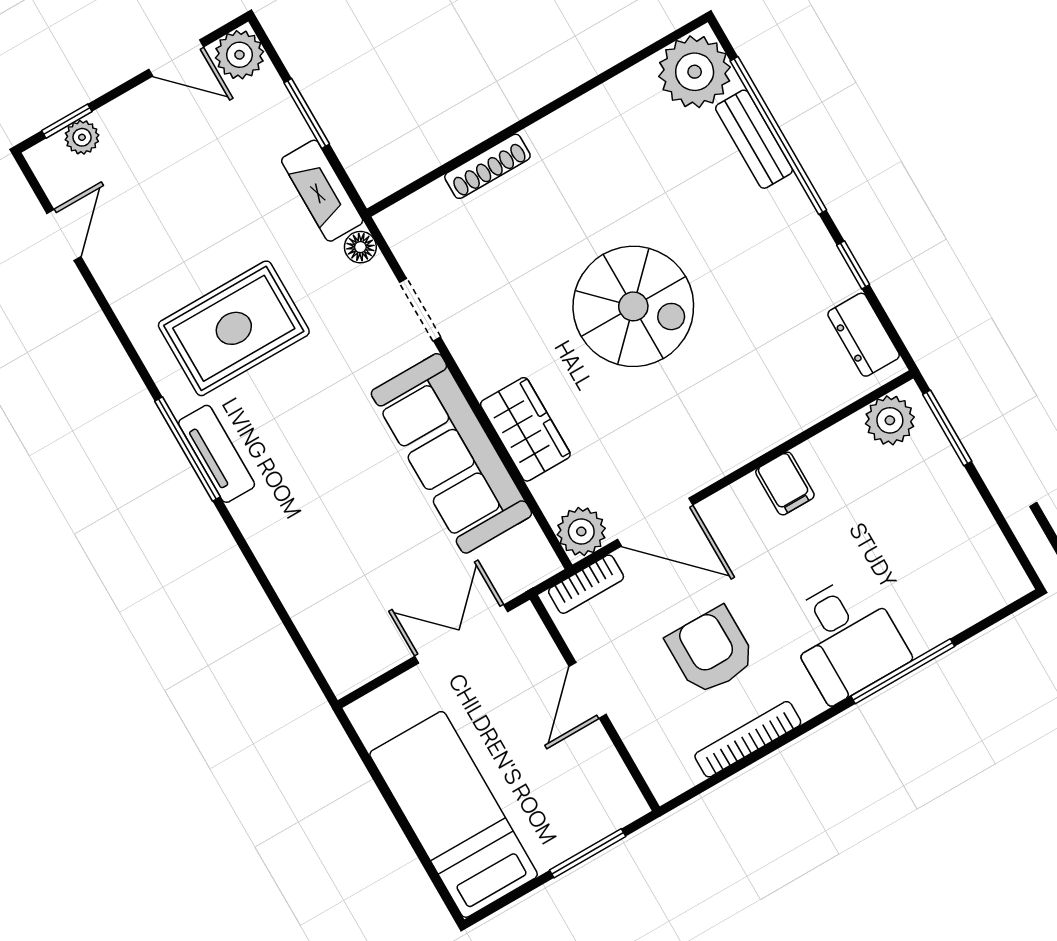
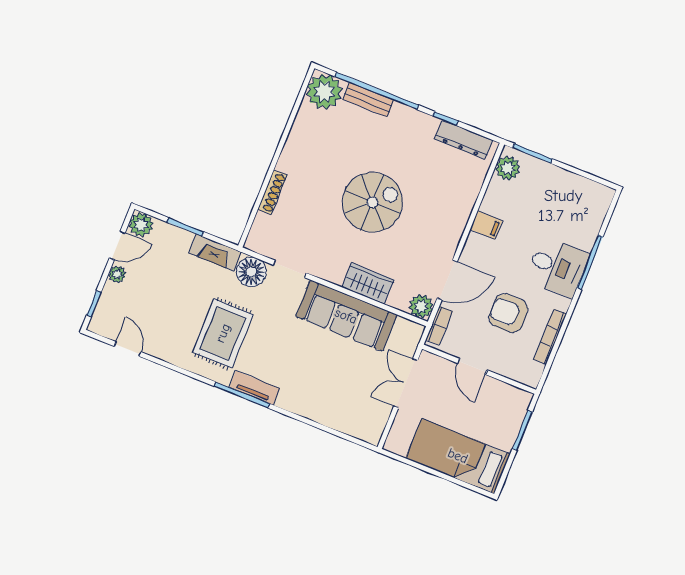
plant: (82, 137) -> (117, 274), moved
floor lamp: (360, 247) -> (251, 272), width x1.89, depth x1.89
dresser: (864, 335) -> (464, 140), width x1.44

